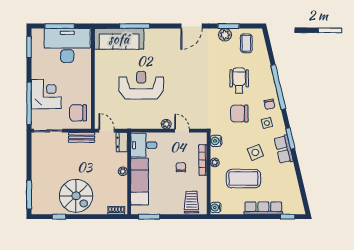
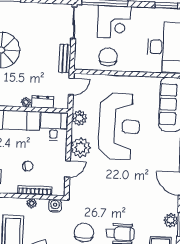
reception desk: (141, 85) -> (119, 126), width x1.36, depth x1.30
chair: (78, 113) -> (108, 57), moved
plant: (135, 122) -> (79, 118), added
plant: (166, 124) -> (81, 148), width x1.88, depth x1.88
dresser: (122, 142) -> (43, 102), moved

